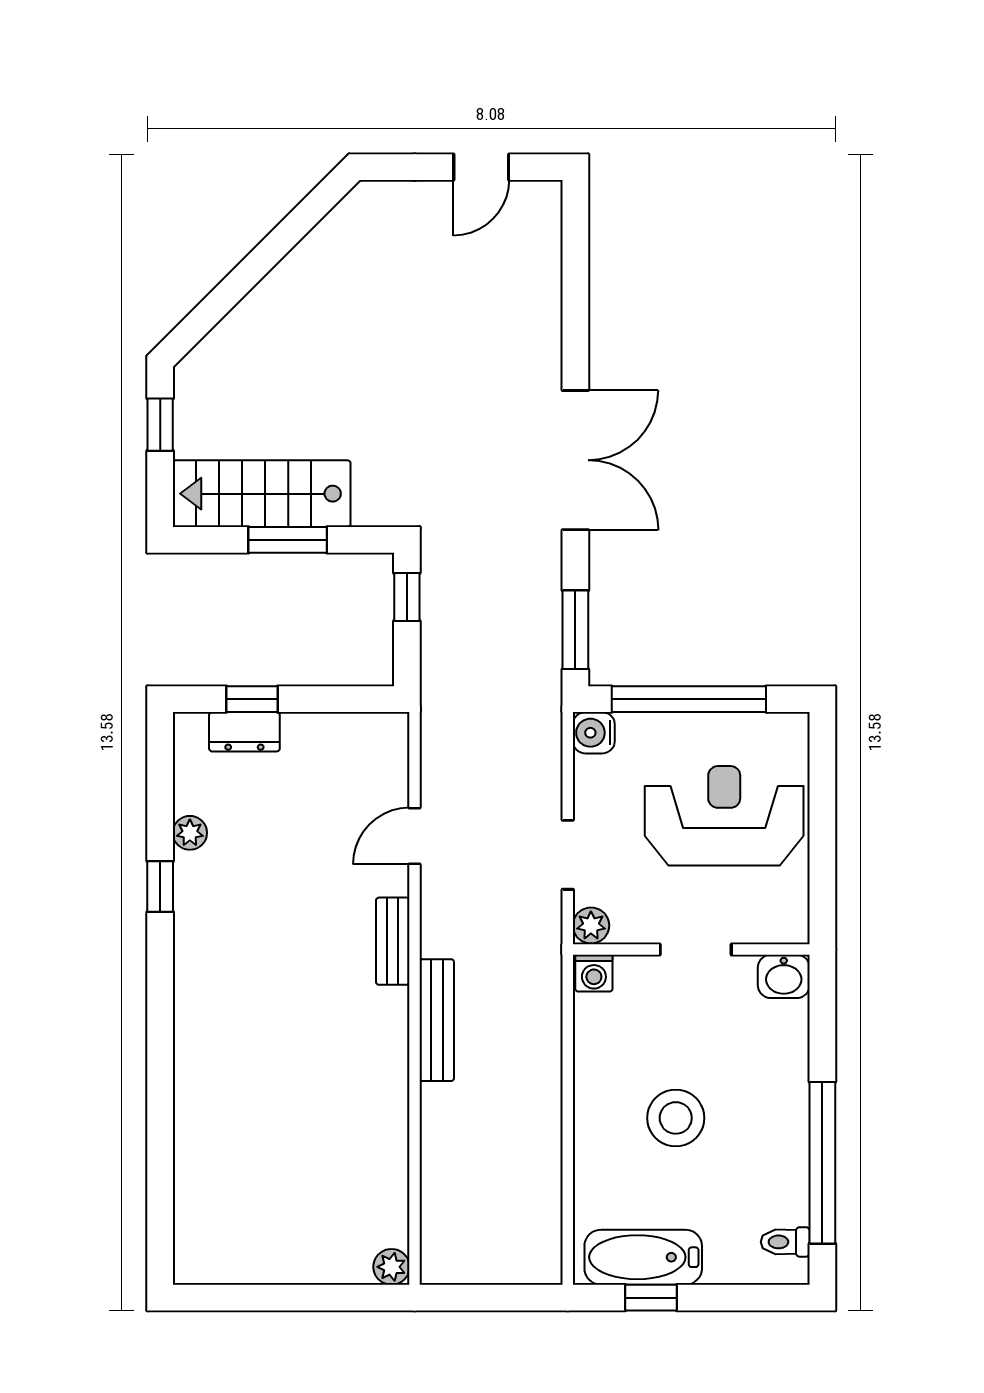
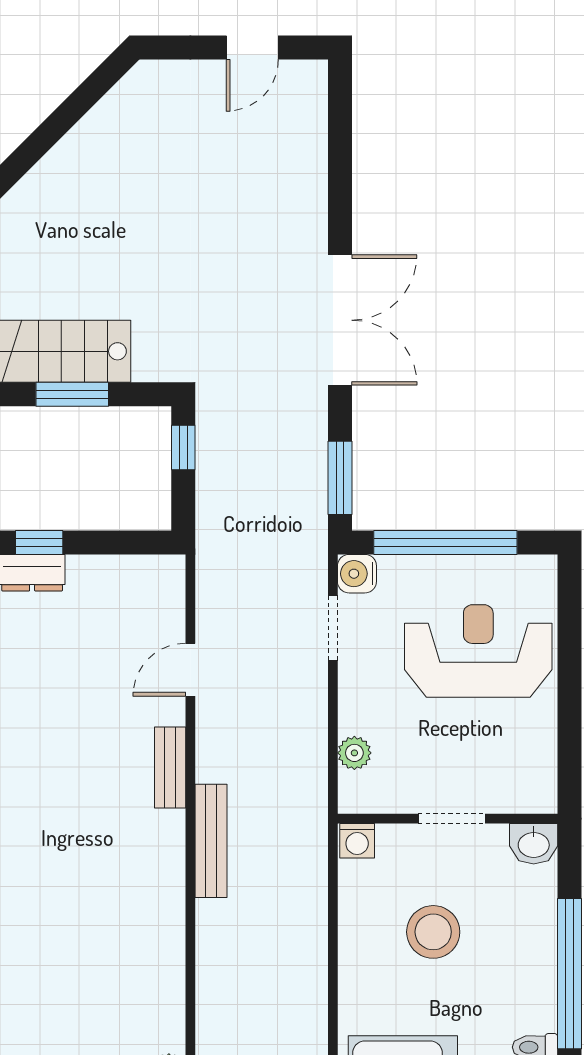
doorway: (568, 855) -> (333, 628), moved
wall: (691, 949) -> (448, 819), moved
doorway: (696, 949) -> (452, 819), moved
washing machine: (594, 973) -> (357, 841), moved
washbasin: (784, 976) -> (534, 844), moved

